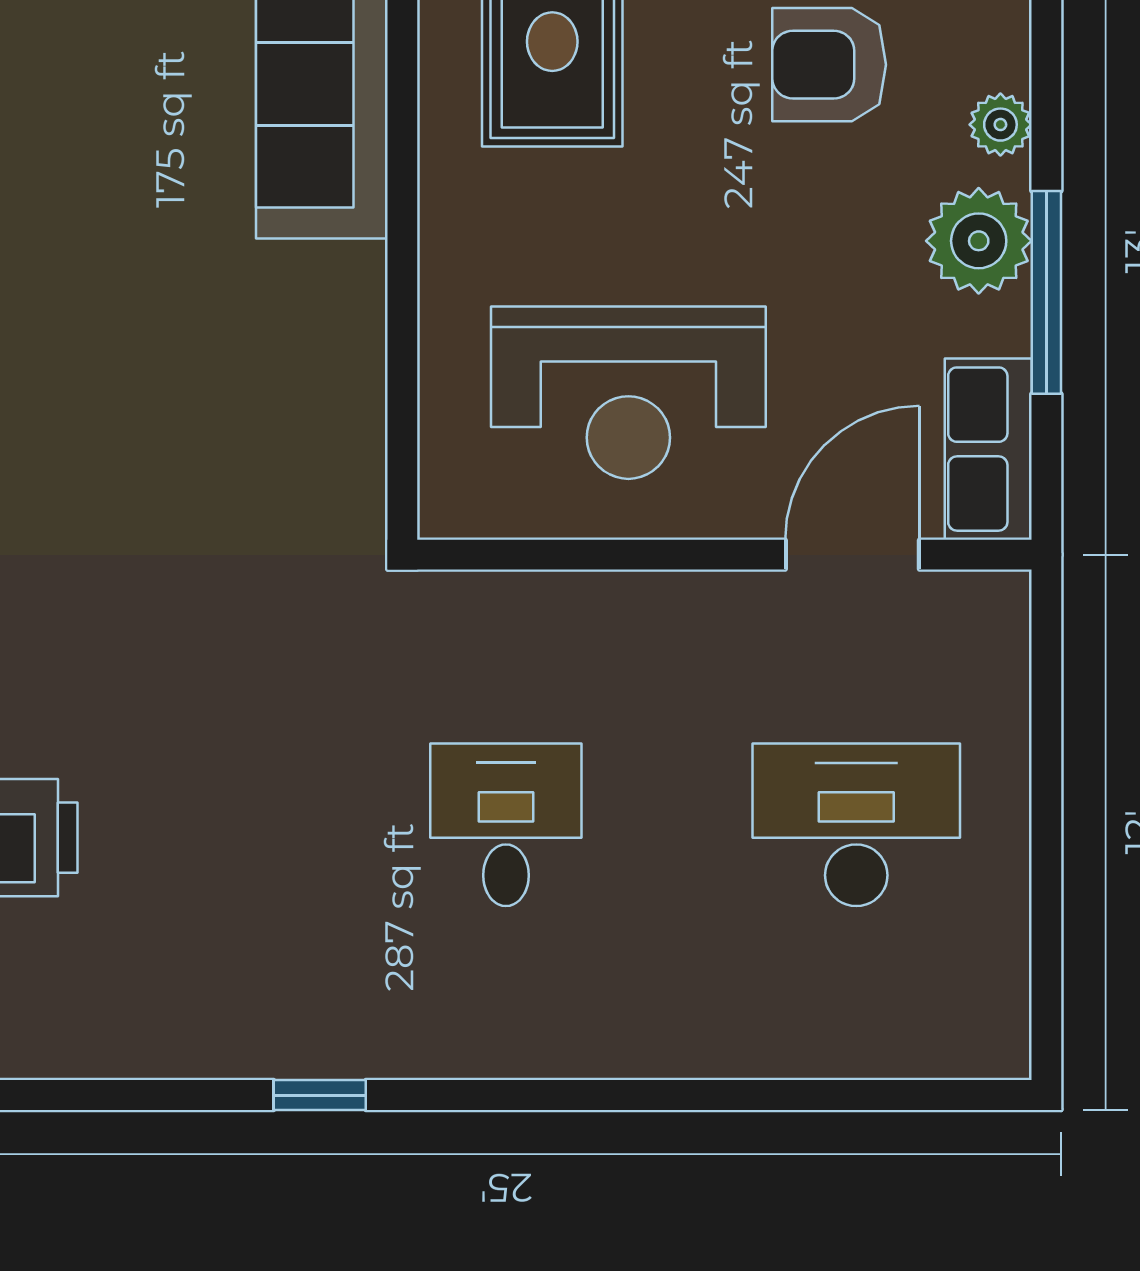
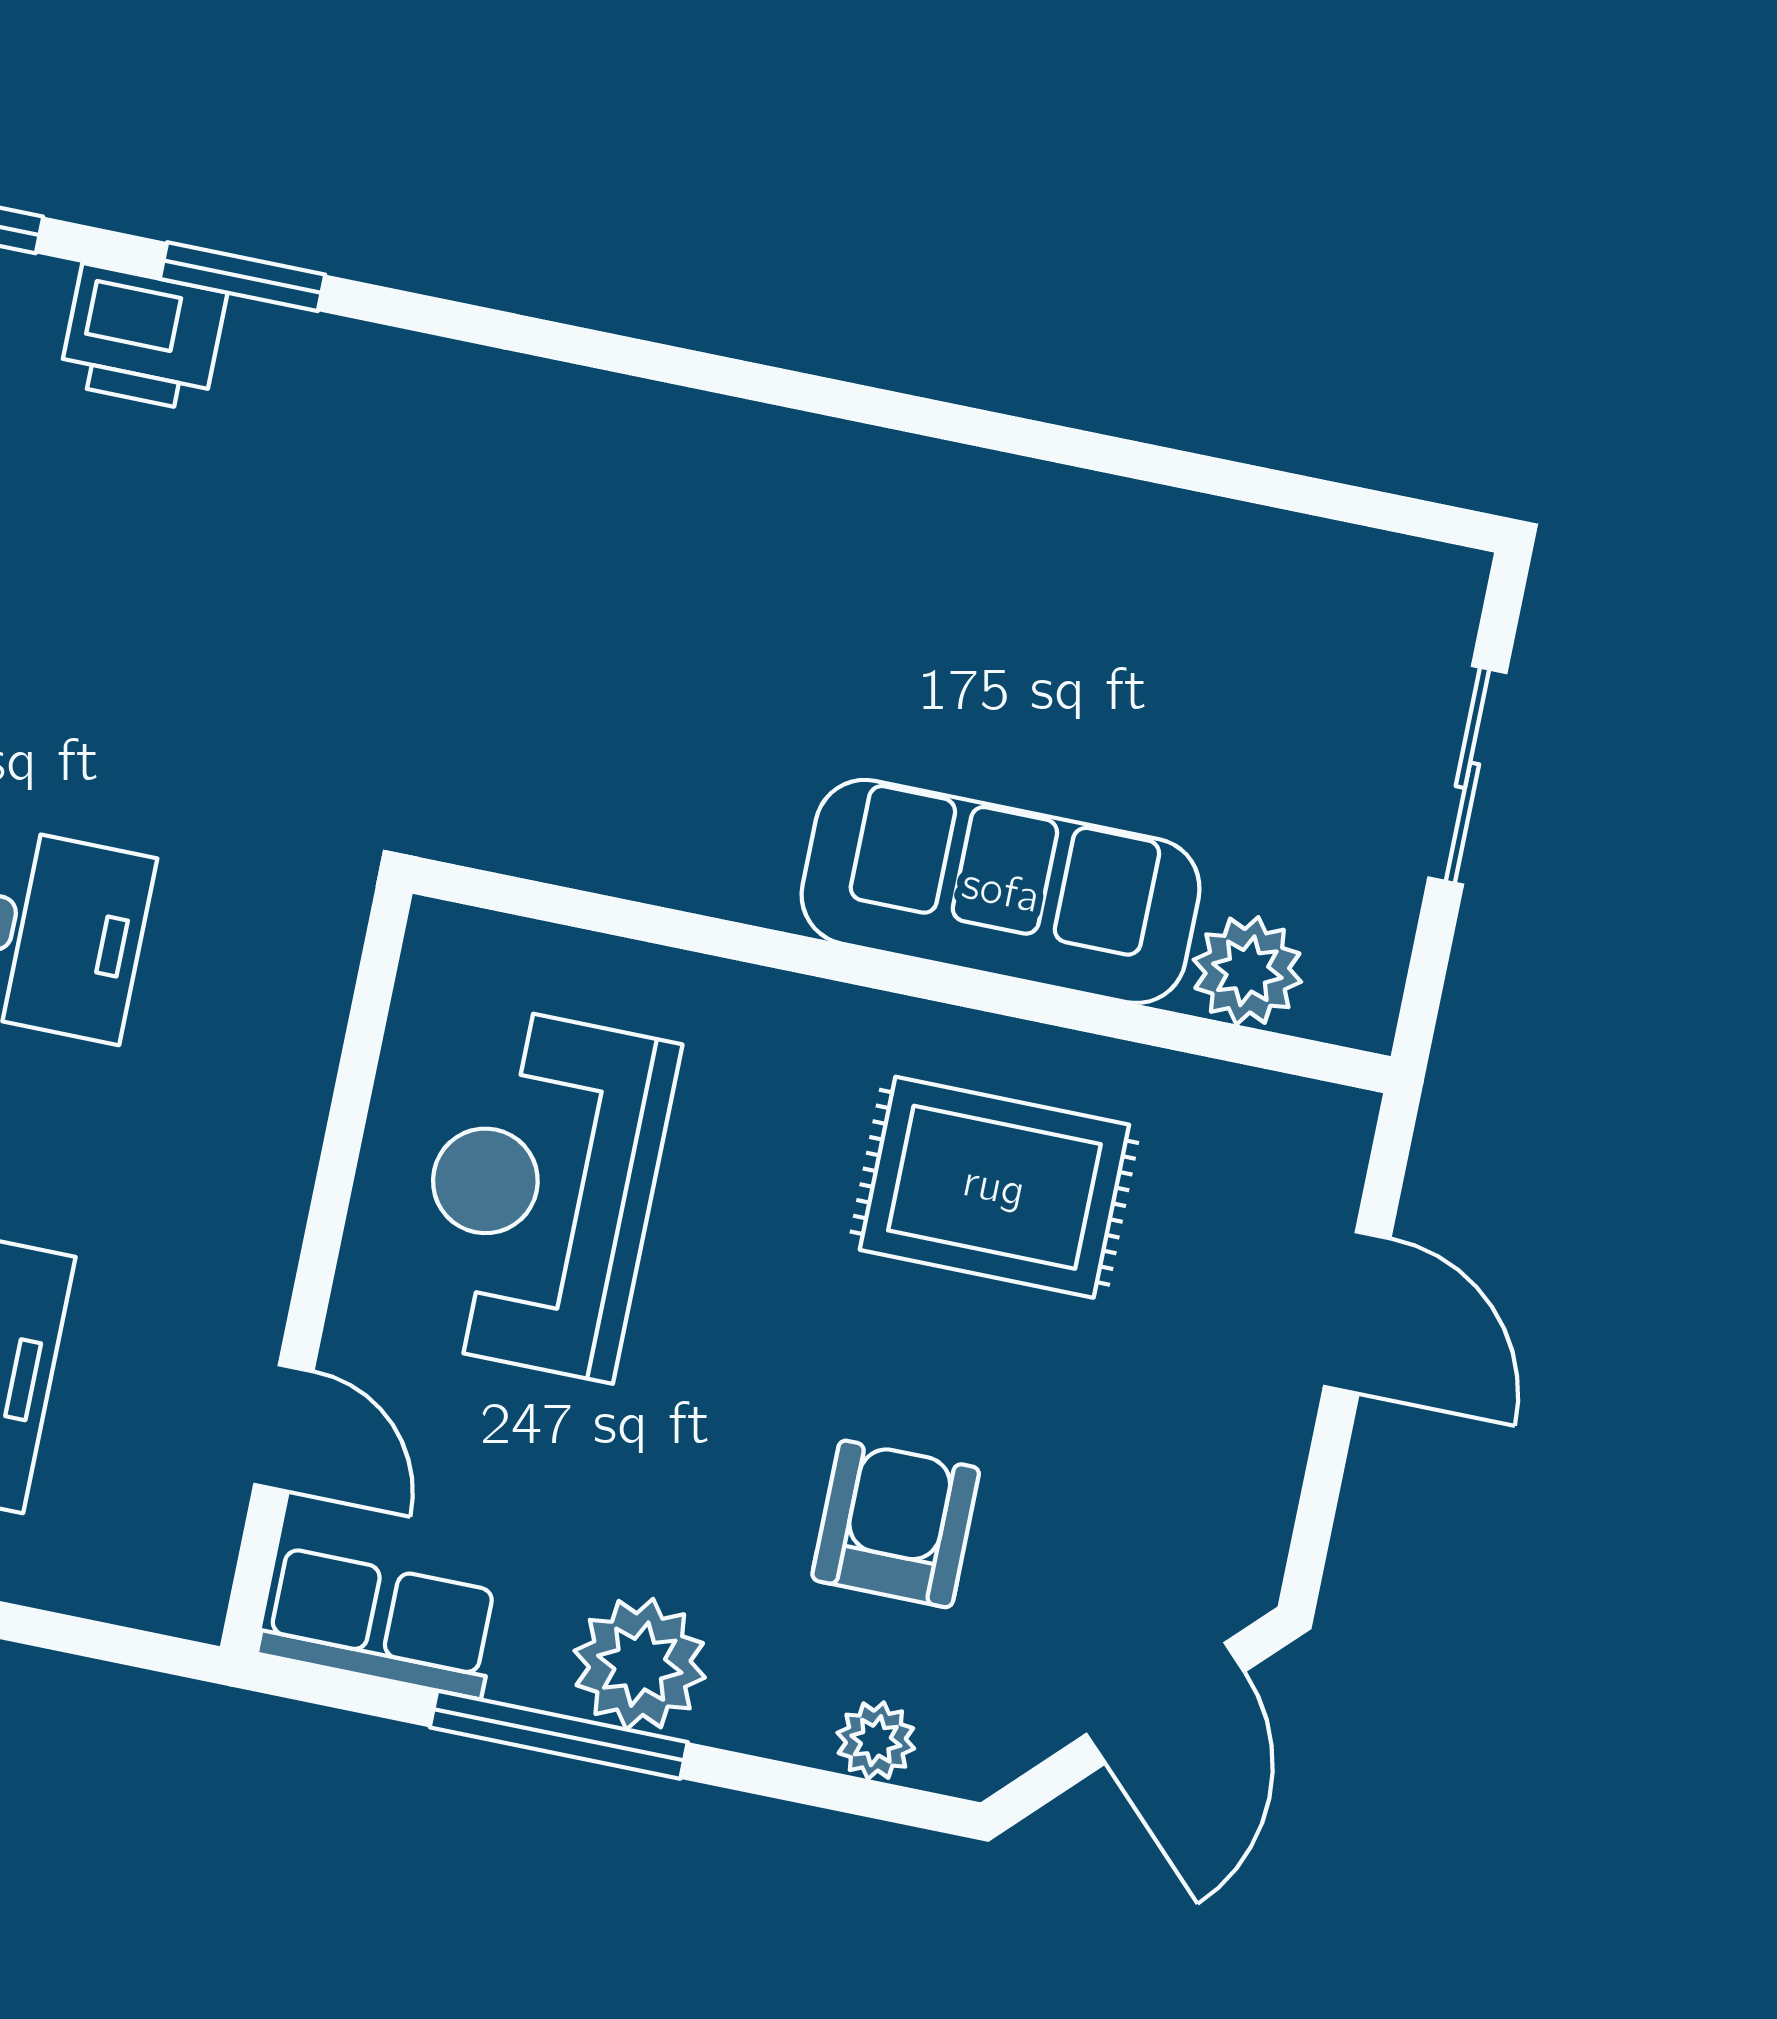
plant: (1000, 125) -> (876, 1741), moved
door: (852, 555) -> (284, 1428), width x0.73

